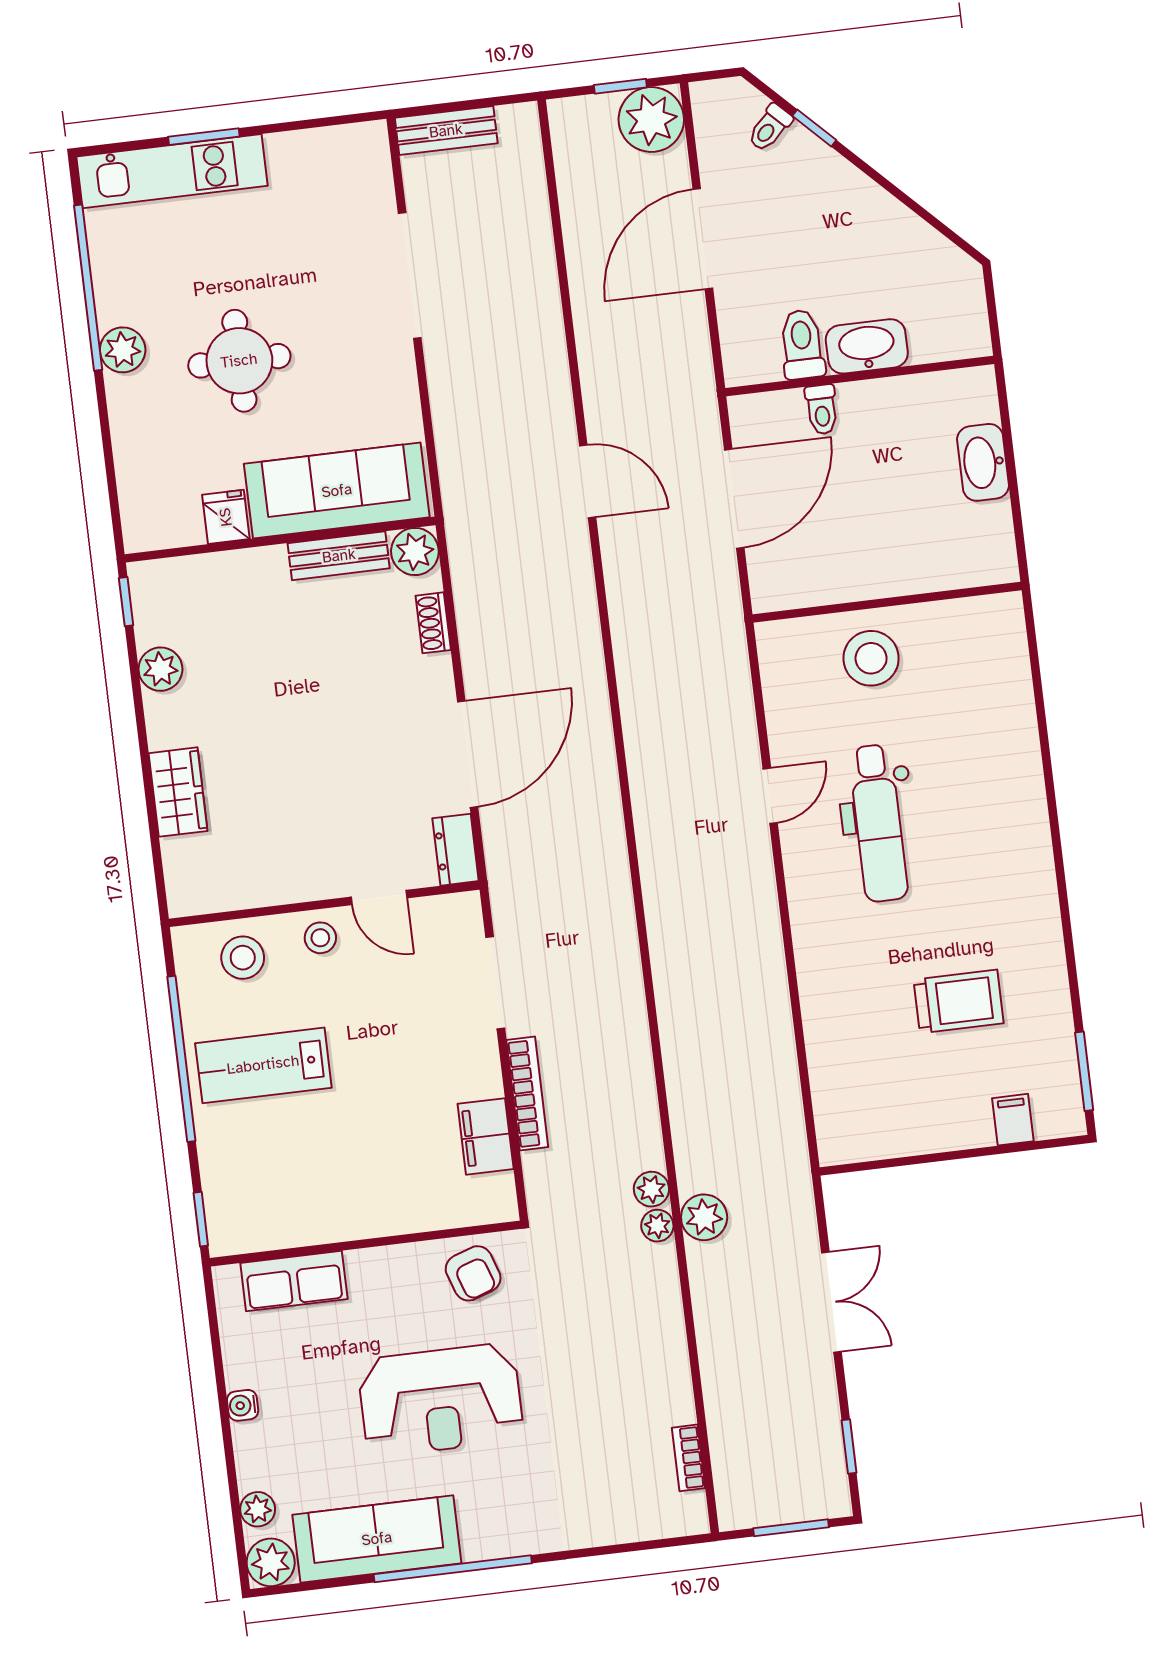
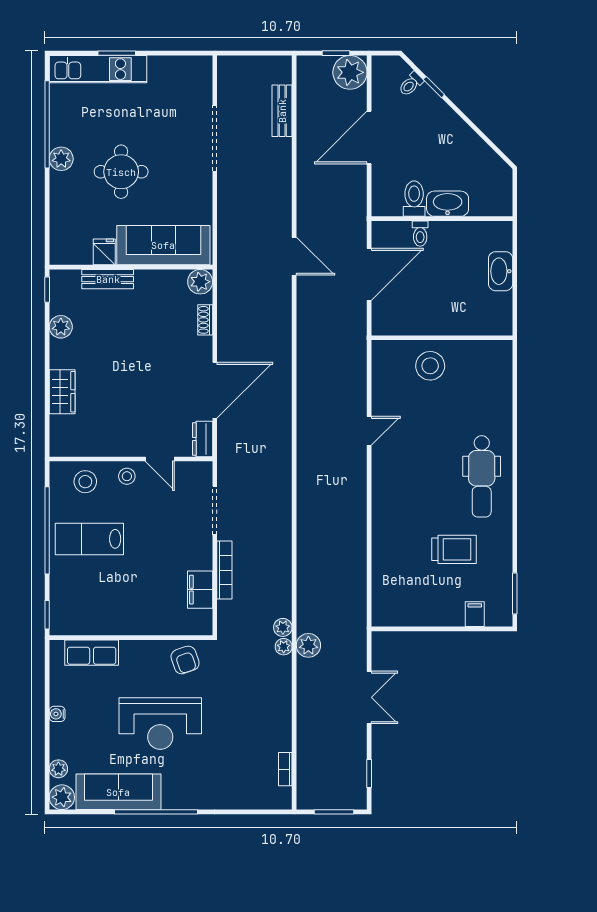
bench: (446, 131) -> (282, 111), moved, turned 90
bench: (339, 556) -> (108, 279), moved
dental chair: (878, 823) -> (482, 476), moved

